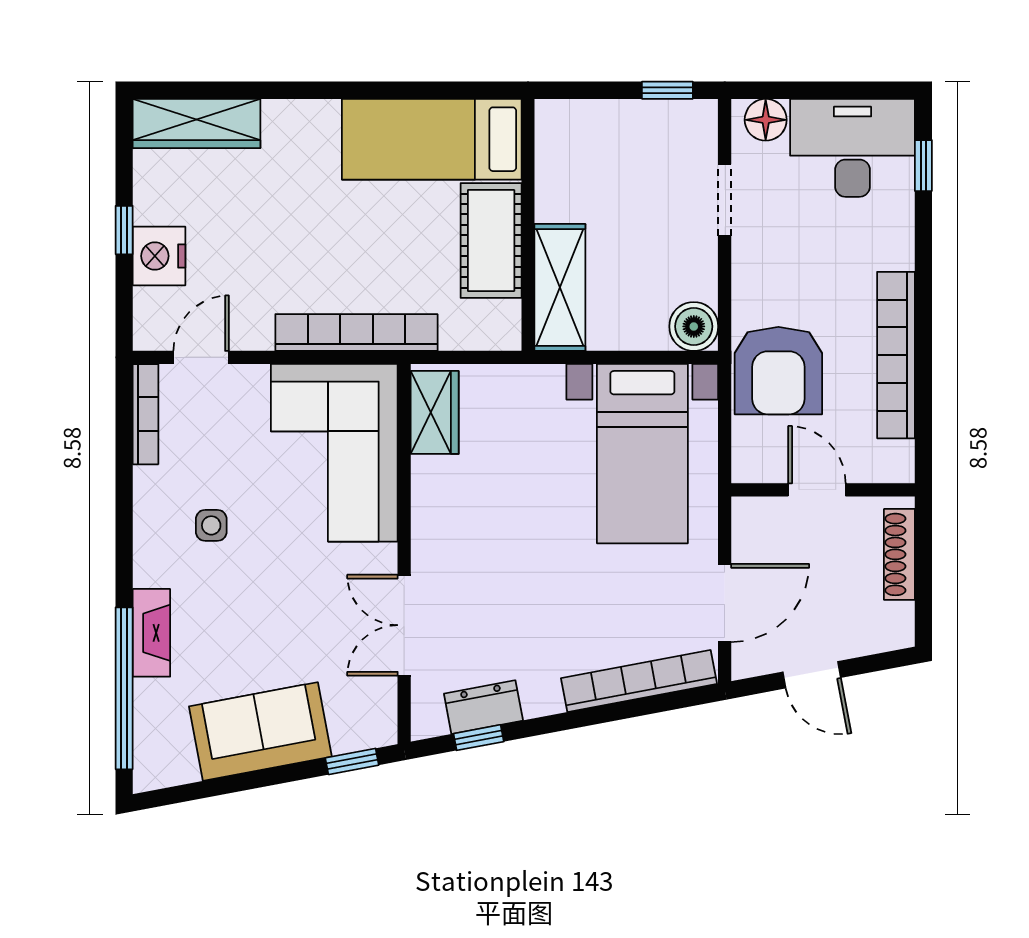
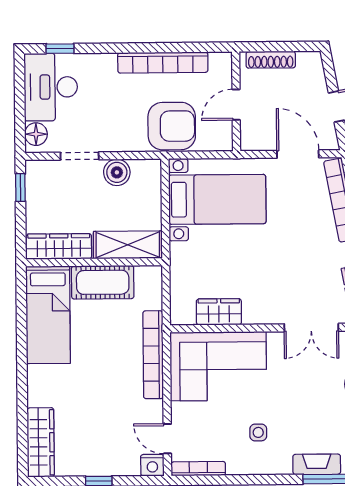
wardrobe: (558, 160) -> (59, 246), added
nightstand: (159, 256) -> (152, 465), moved, width x0.74, depth x0.75
boiler: (694, 326) -> (117, 172), moved
wardrobe: (435, 412) -> (219, 312), moved

